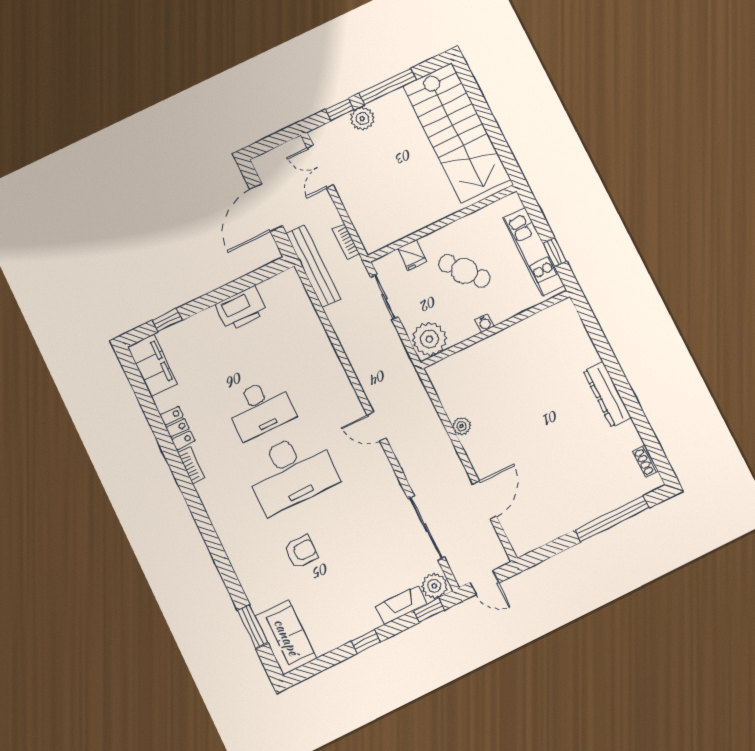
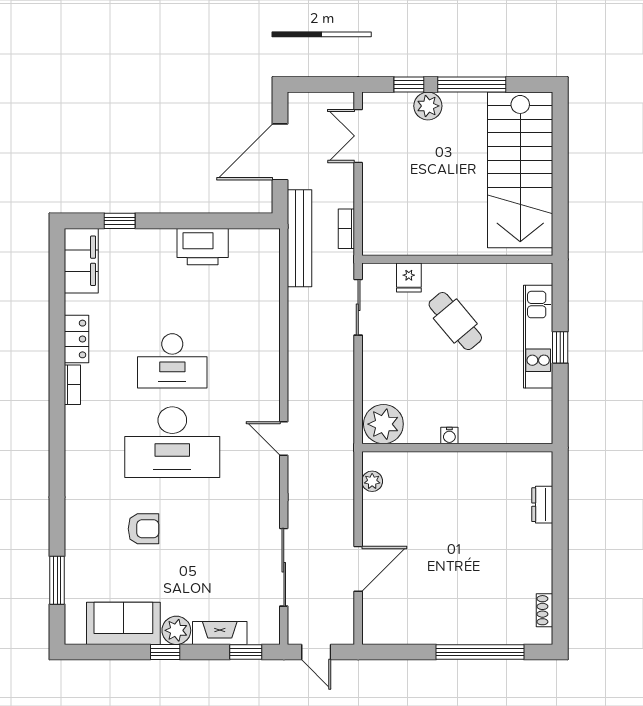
water cooler: (485, 323) -> (449, 435), moved
wall: (495, 329) -> (457, 448), moved
plant: (429, 339) -> (383, 424), moved
dresser: (607, 394) -> (542, 505), width x0.51, depth x0.80
plant: (434, 586) -> (176, 630), moved
sofa: (286, 637) -> (123, 623), moved, turned -90

